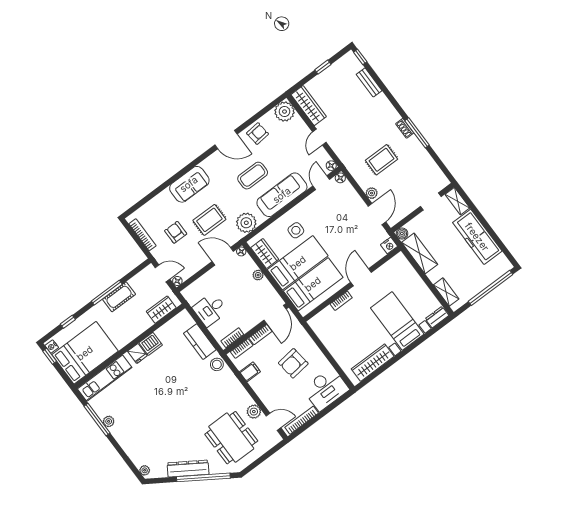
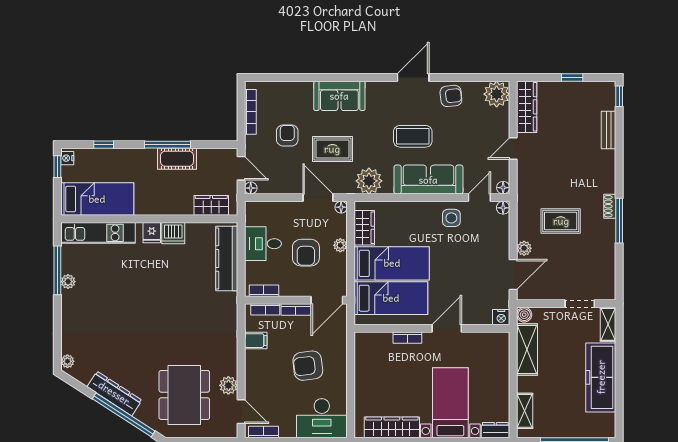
door: (226, 140) -> (413, 78), swing flipped
side table: (296, 230) -> (451, 218), moved
armchair: (240, 295) -> (306, 253), added
kitchen counter: (200, 342) -> (227, 259), width x1.50
bed: (85, 353) -> (97, 199), width x0.67
stool: (217, 364) -> (227, 307), removed
bookcase: (302, 420) -> (264, 432), width x0.64

